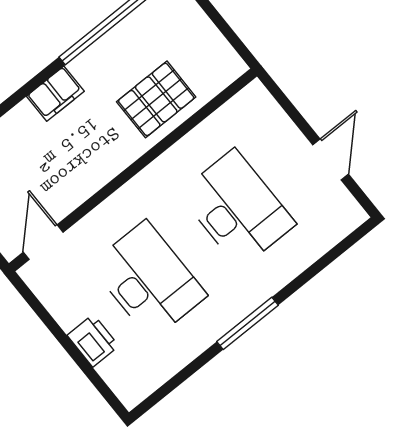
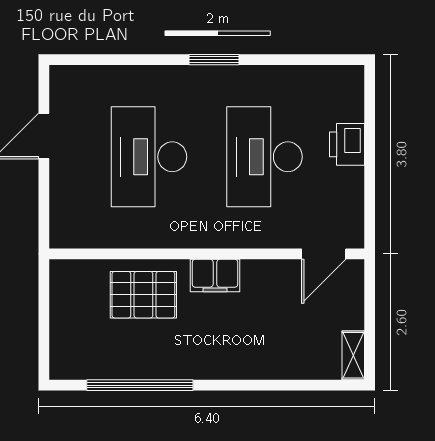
filing cabinet: (55, 94) -> (215, 276), moved, turned 180
window: (248, 323) -> (214, 60), width x0.69

